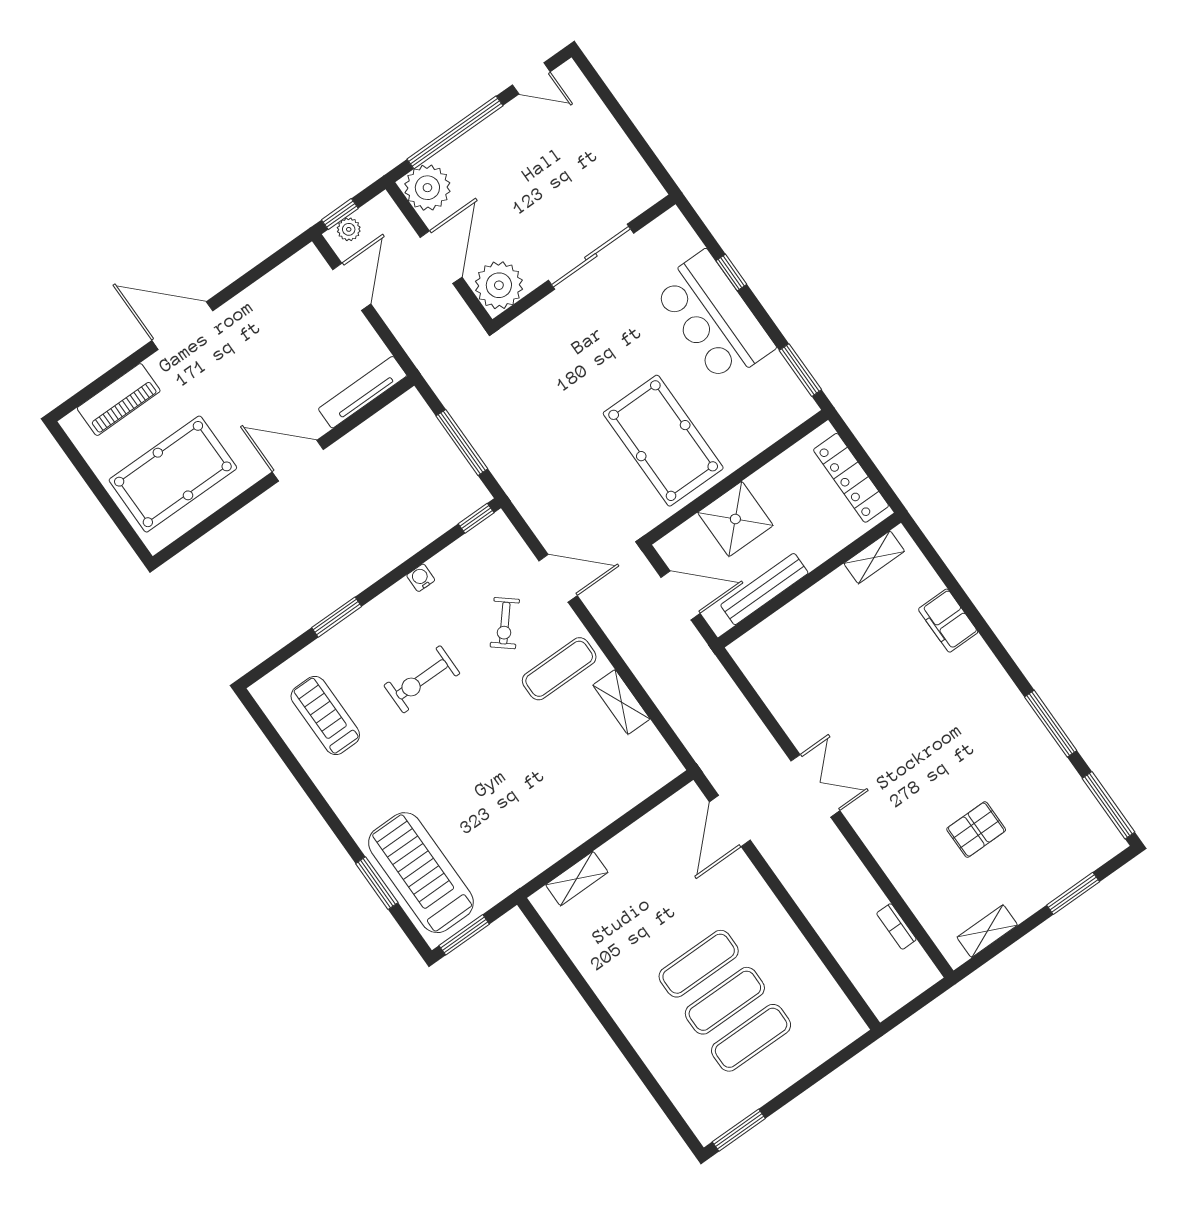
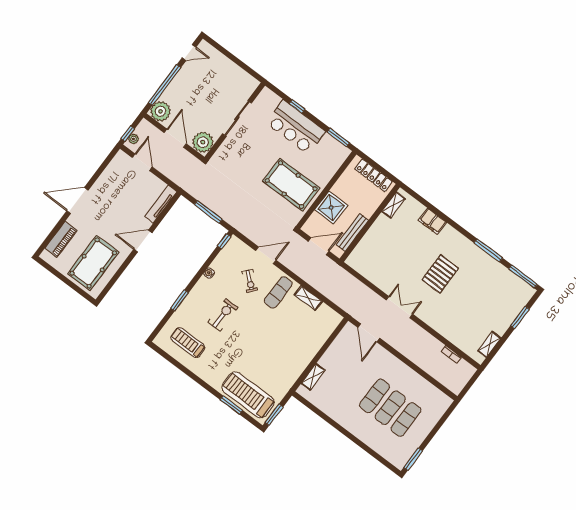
exercise bike: (422, 679) -> (223, 315), turned 180
pallet: (976, 830) -> (440, 274), moved, width x1.50, depth x1.42

